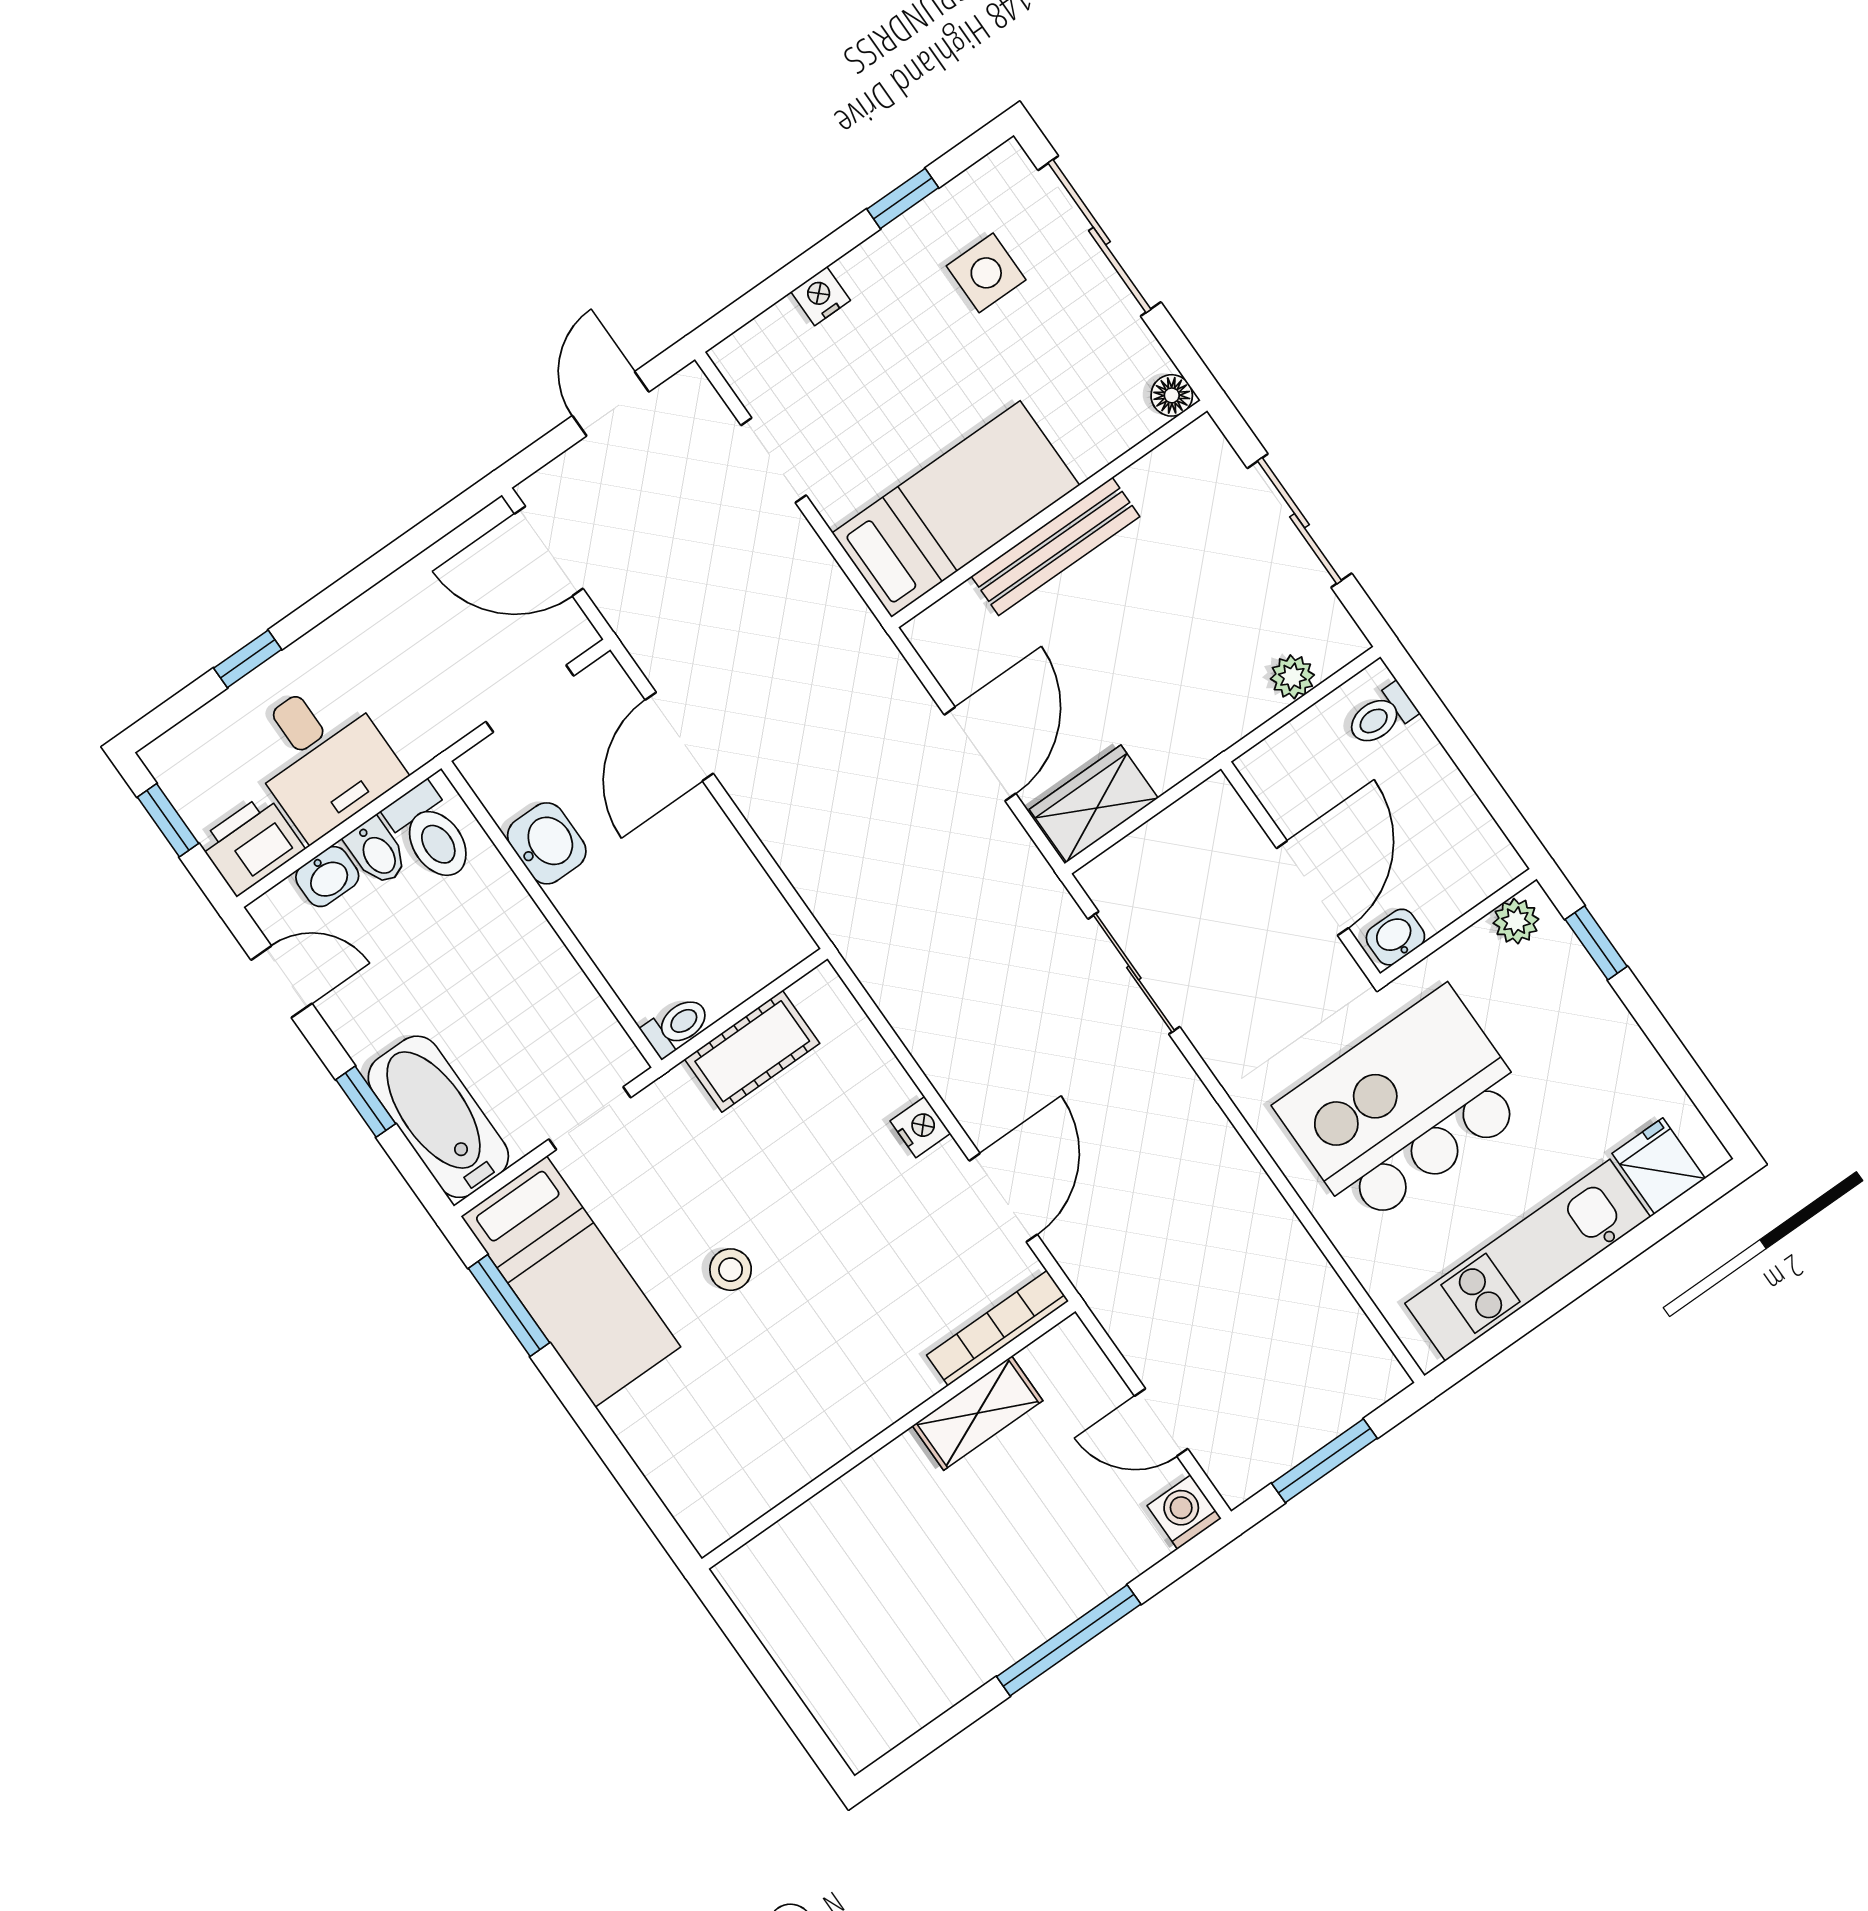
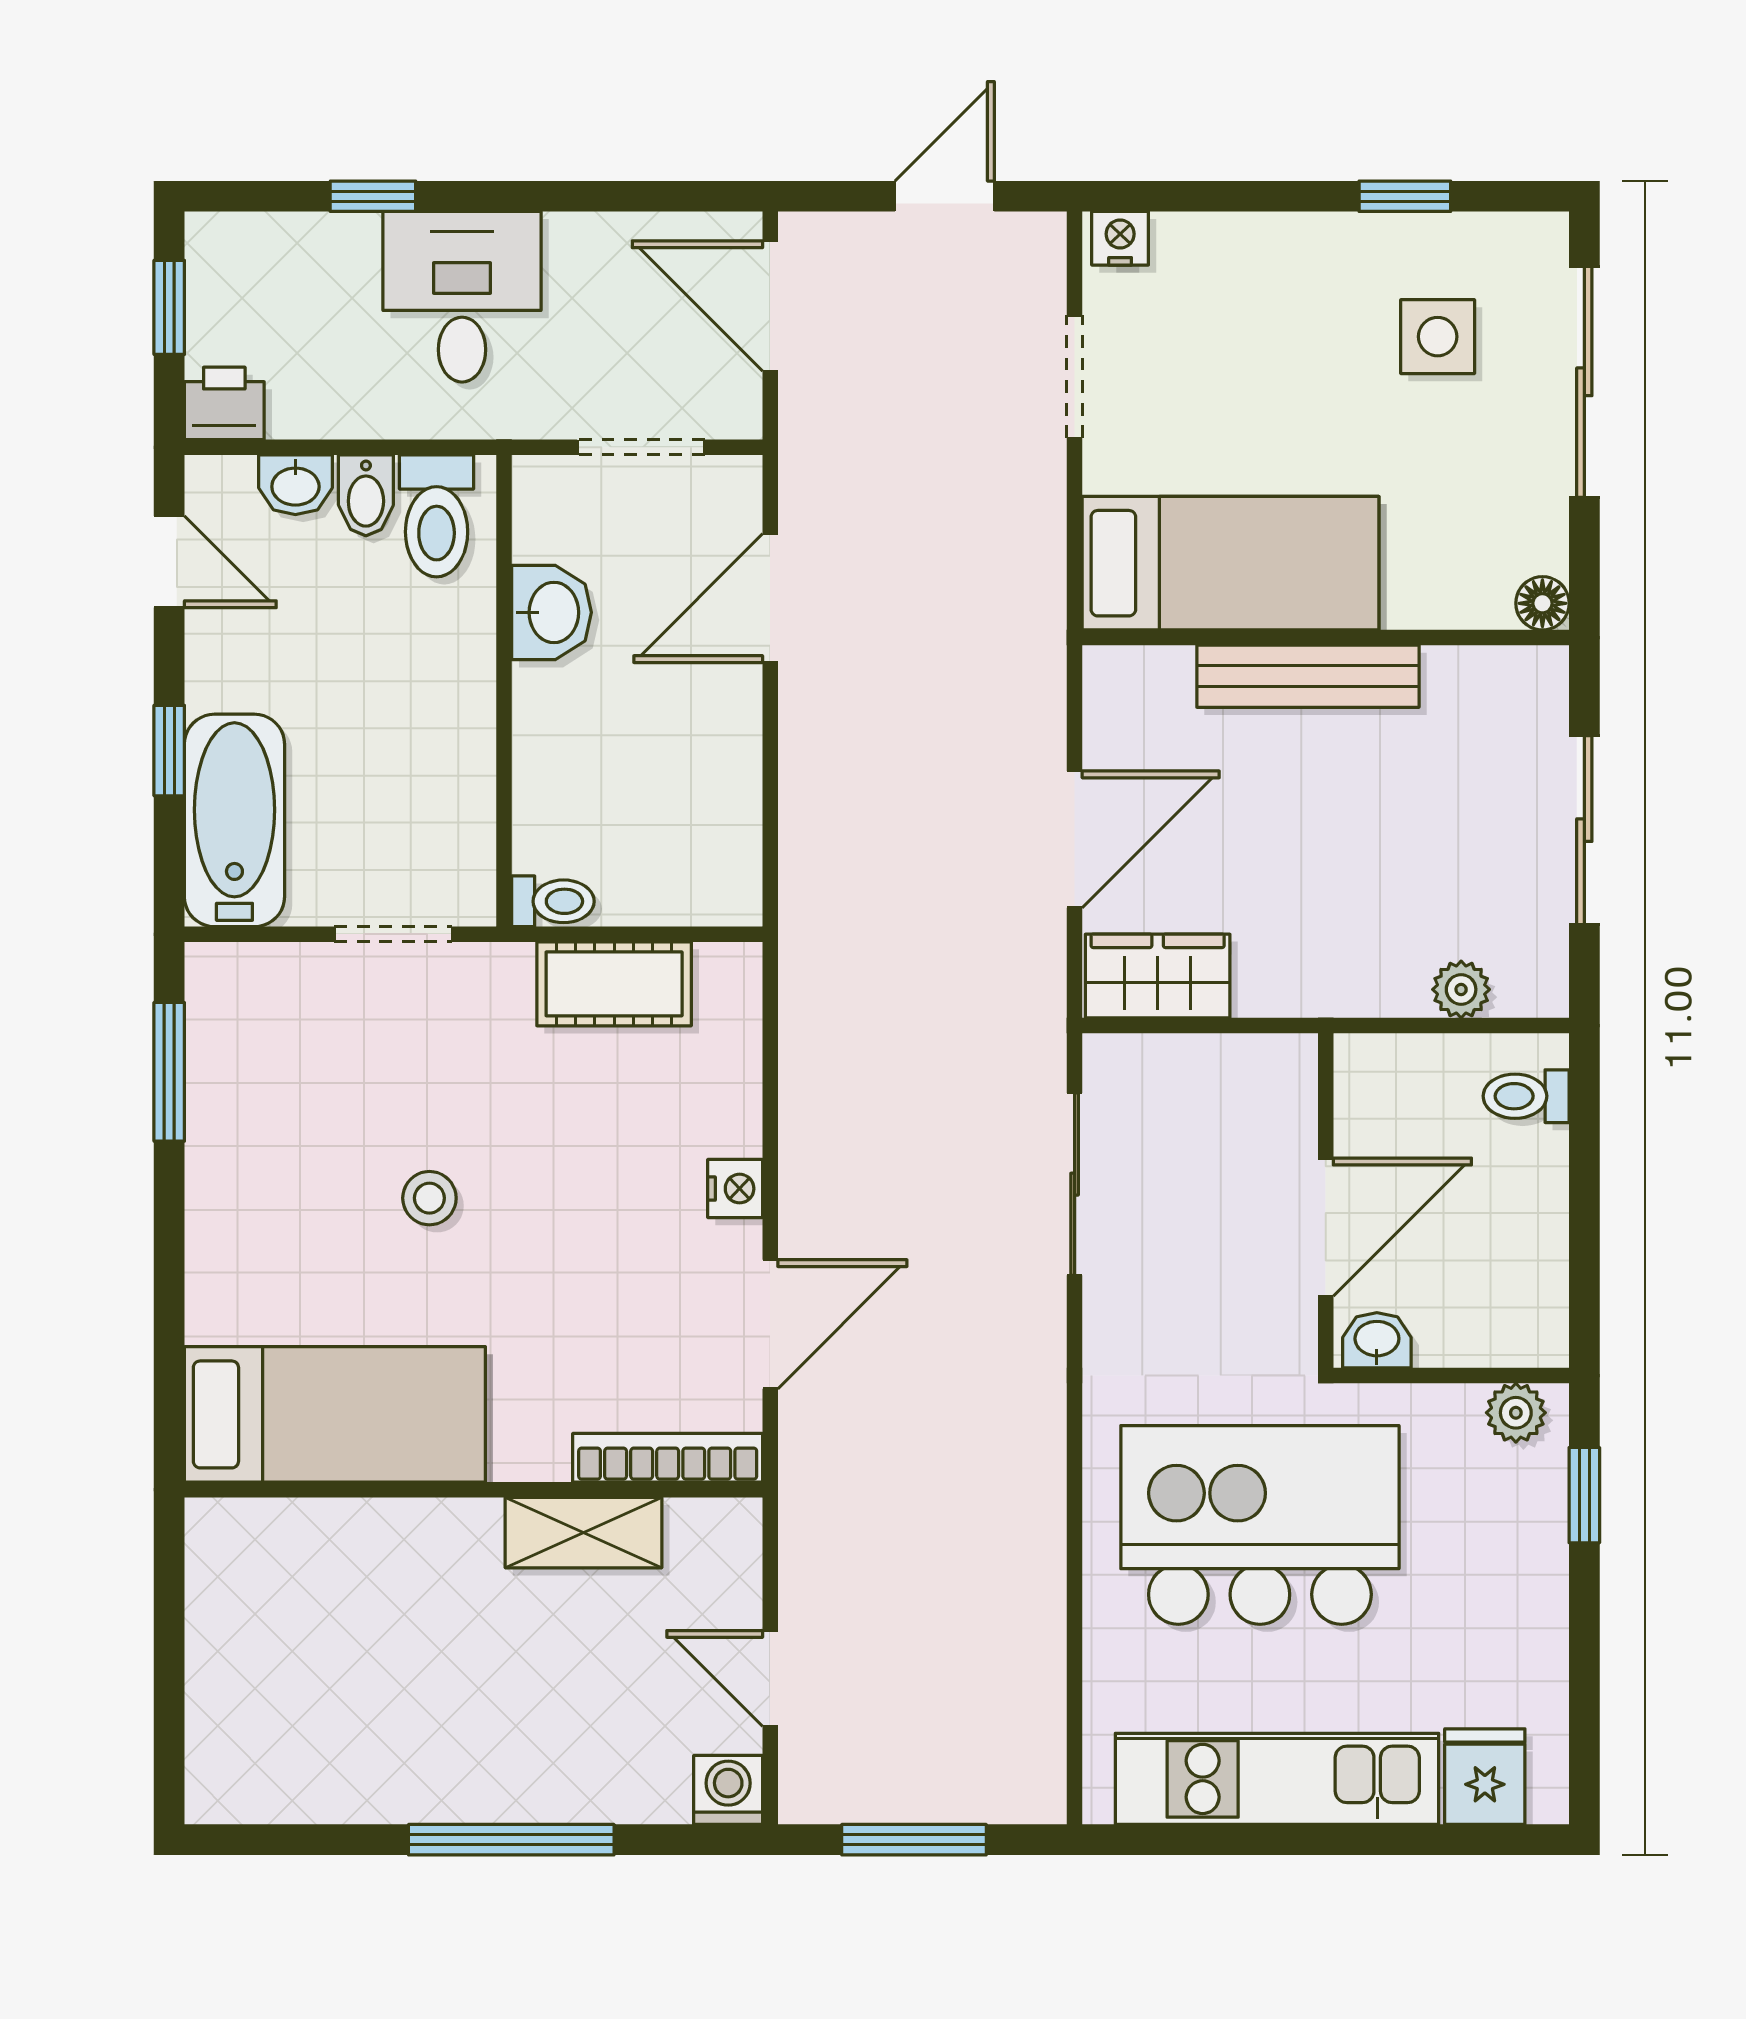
nightstand: (821, 296) -> (1120, 238), moved
desk: (322, 757) -> (462, 297), moved, turned 180
printer: (251, 845) -> (224, 403), width x0.73, depth x0.81
bed: (571, 1282) -> (335, 1414), moved, turned -90

